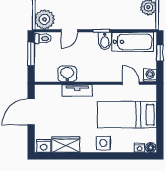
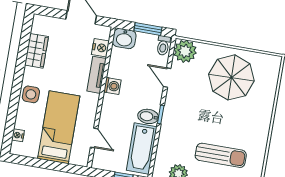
washbasin: (67, 74) -> (124, 39), moved, turned 90
washing machine: (150, 75) -> (112, 86), moved
door: (131, 83) -> (94, 138), hinge flipped
nightstand: (44, 146) -> (100, 48), moved, turned 180
floor lamp: (151, 147) -> (16, 148), removed

